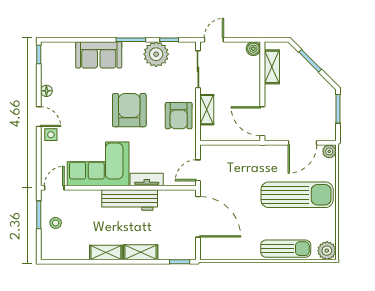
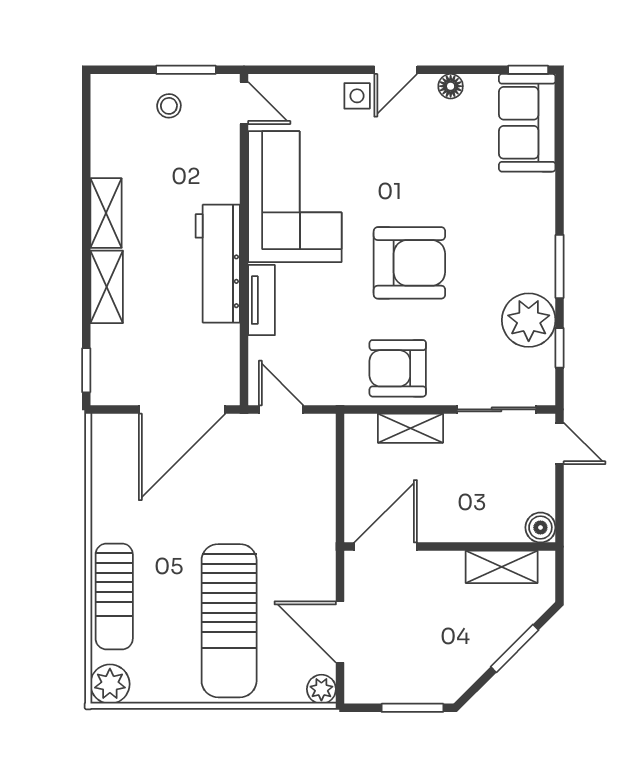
sofa: (99, 55) -> (527, 123), moved

